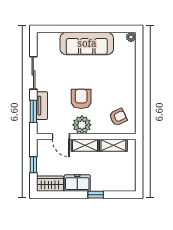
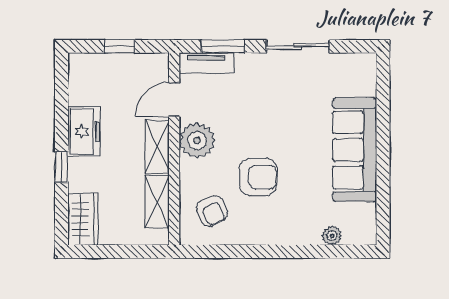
plant: (131, 37) -> (332, 236), moved
armchair: (81, 99) -> (258, 177), moved
tv unit: (42, 106) -> (206, 63), moved
wardrobe: (50, 184) -> (83, 219), moved

